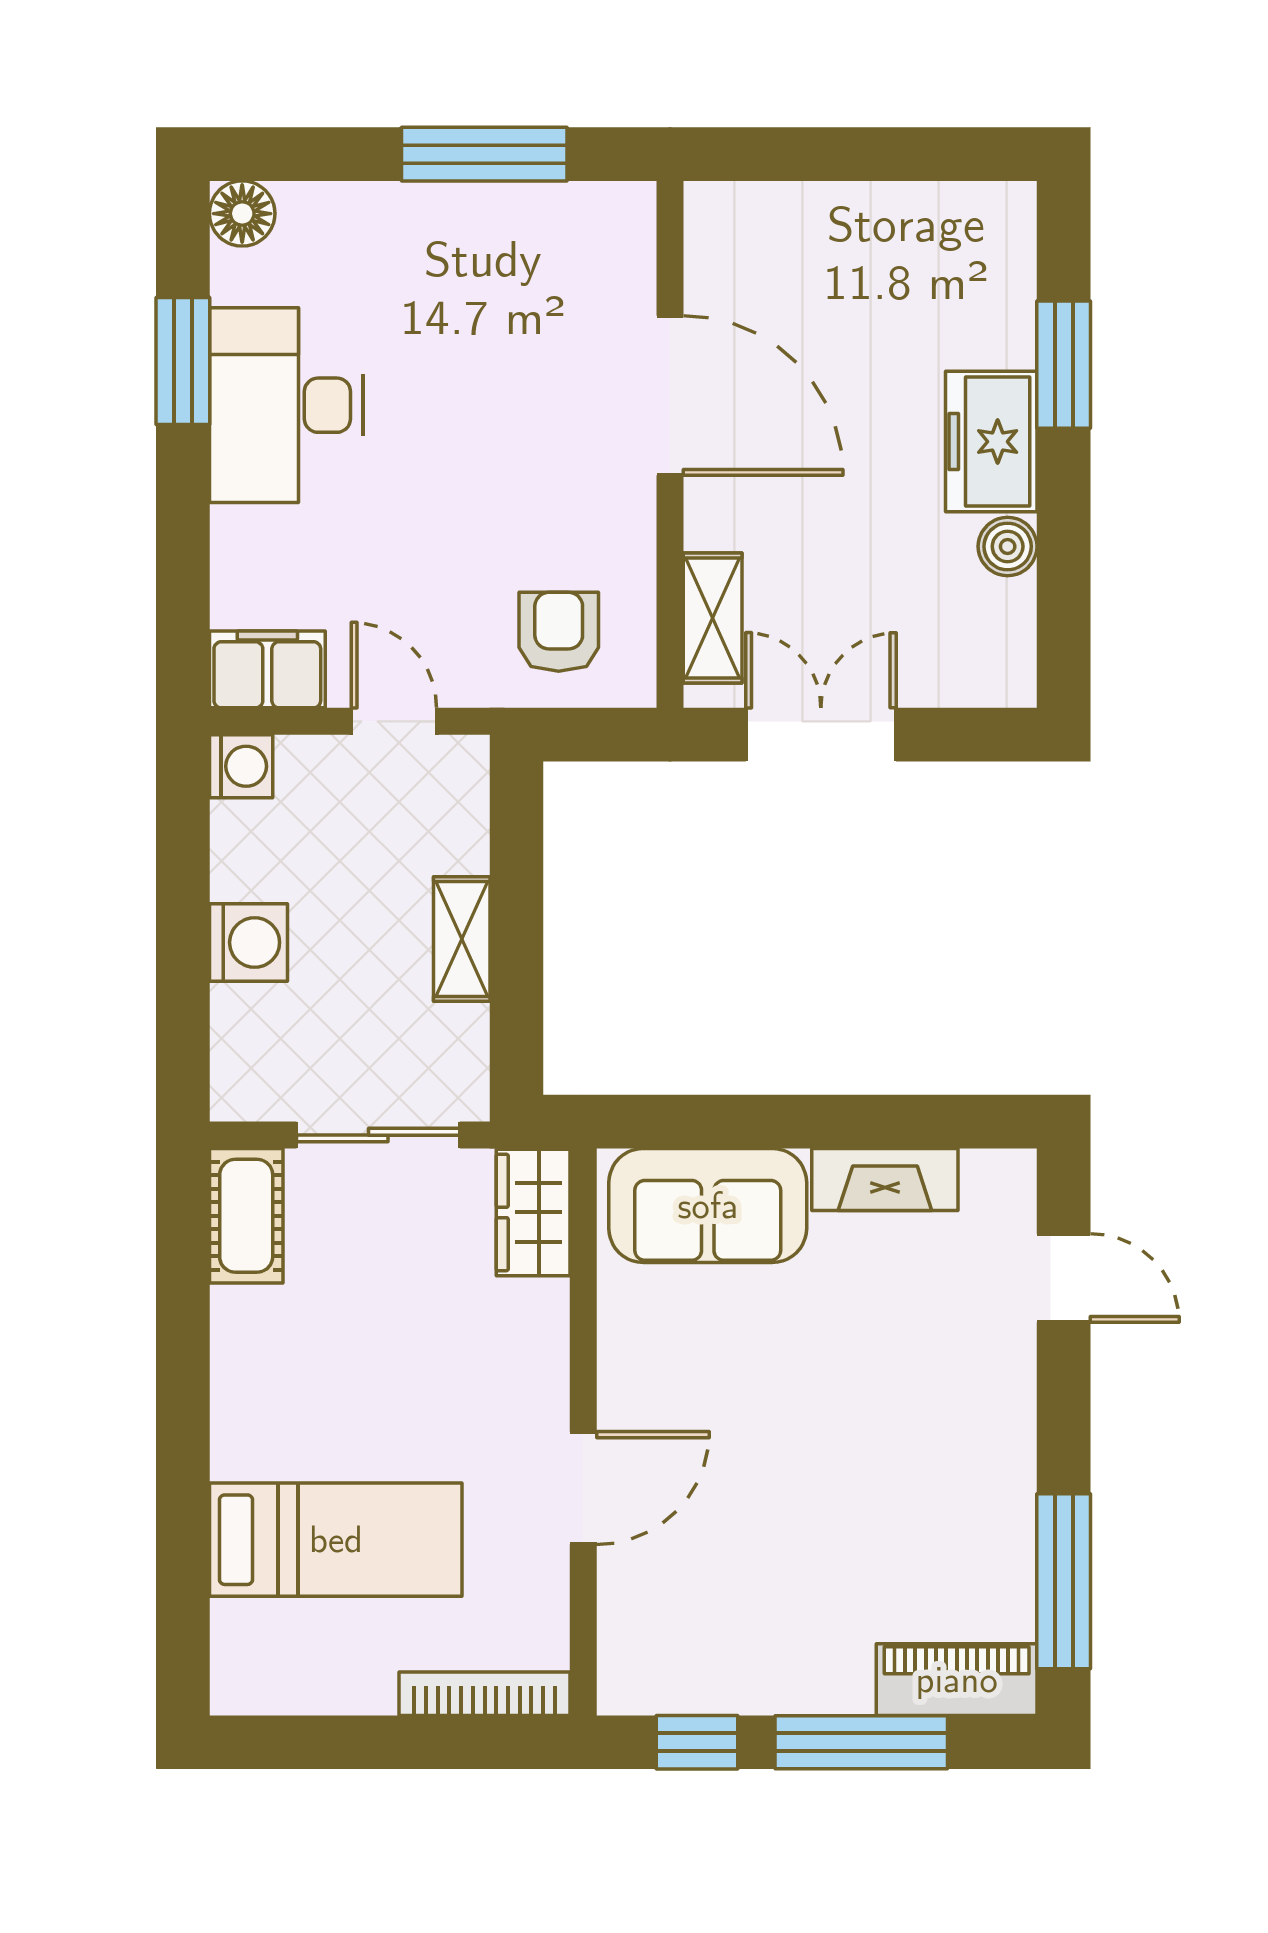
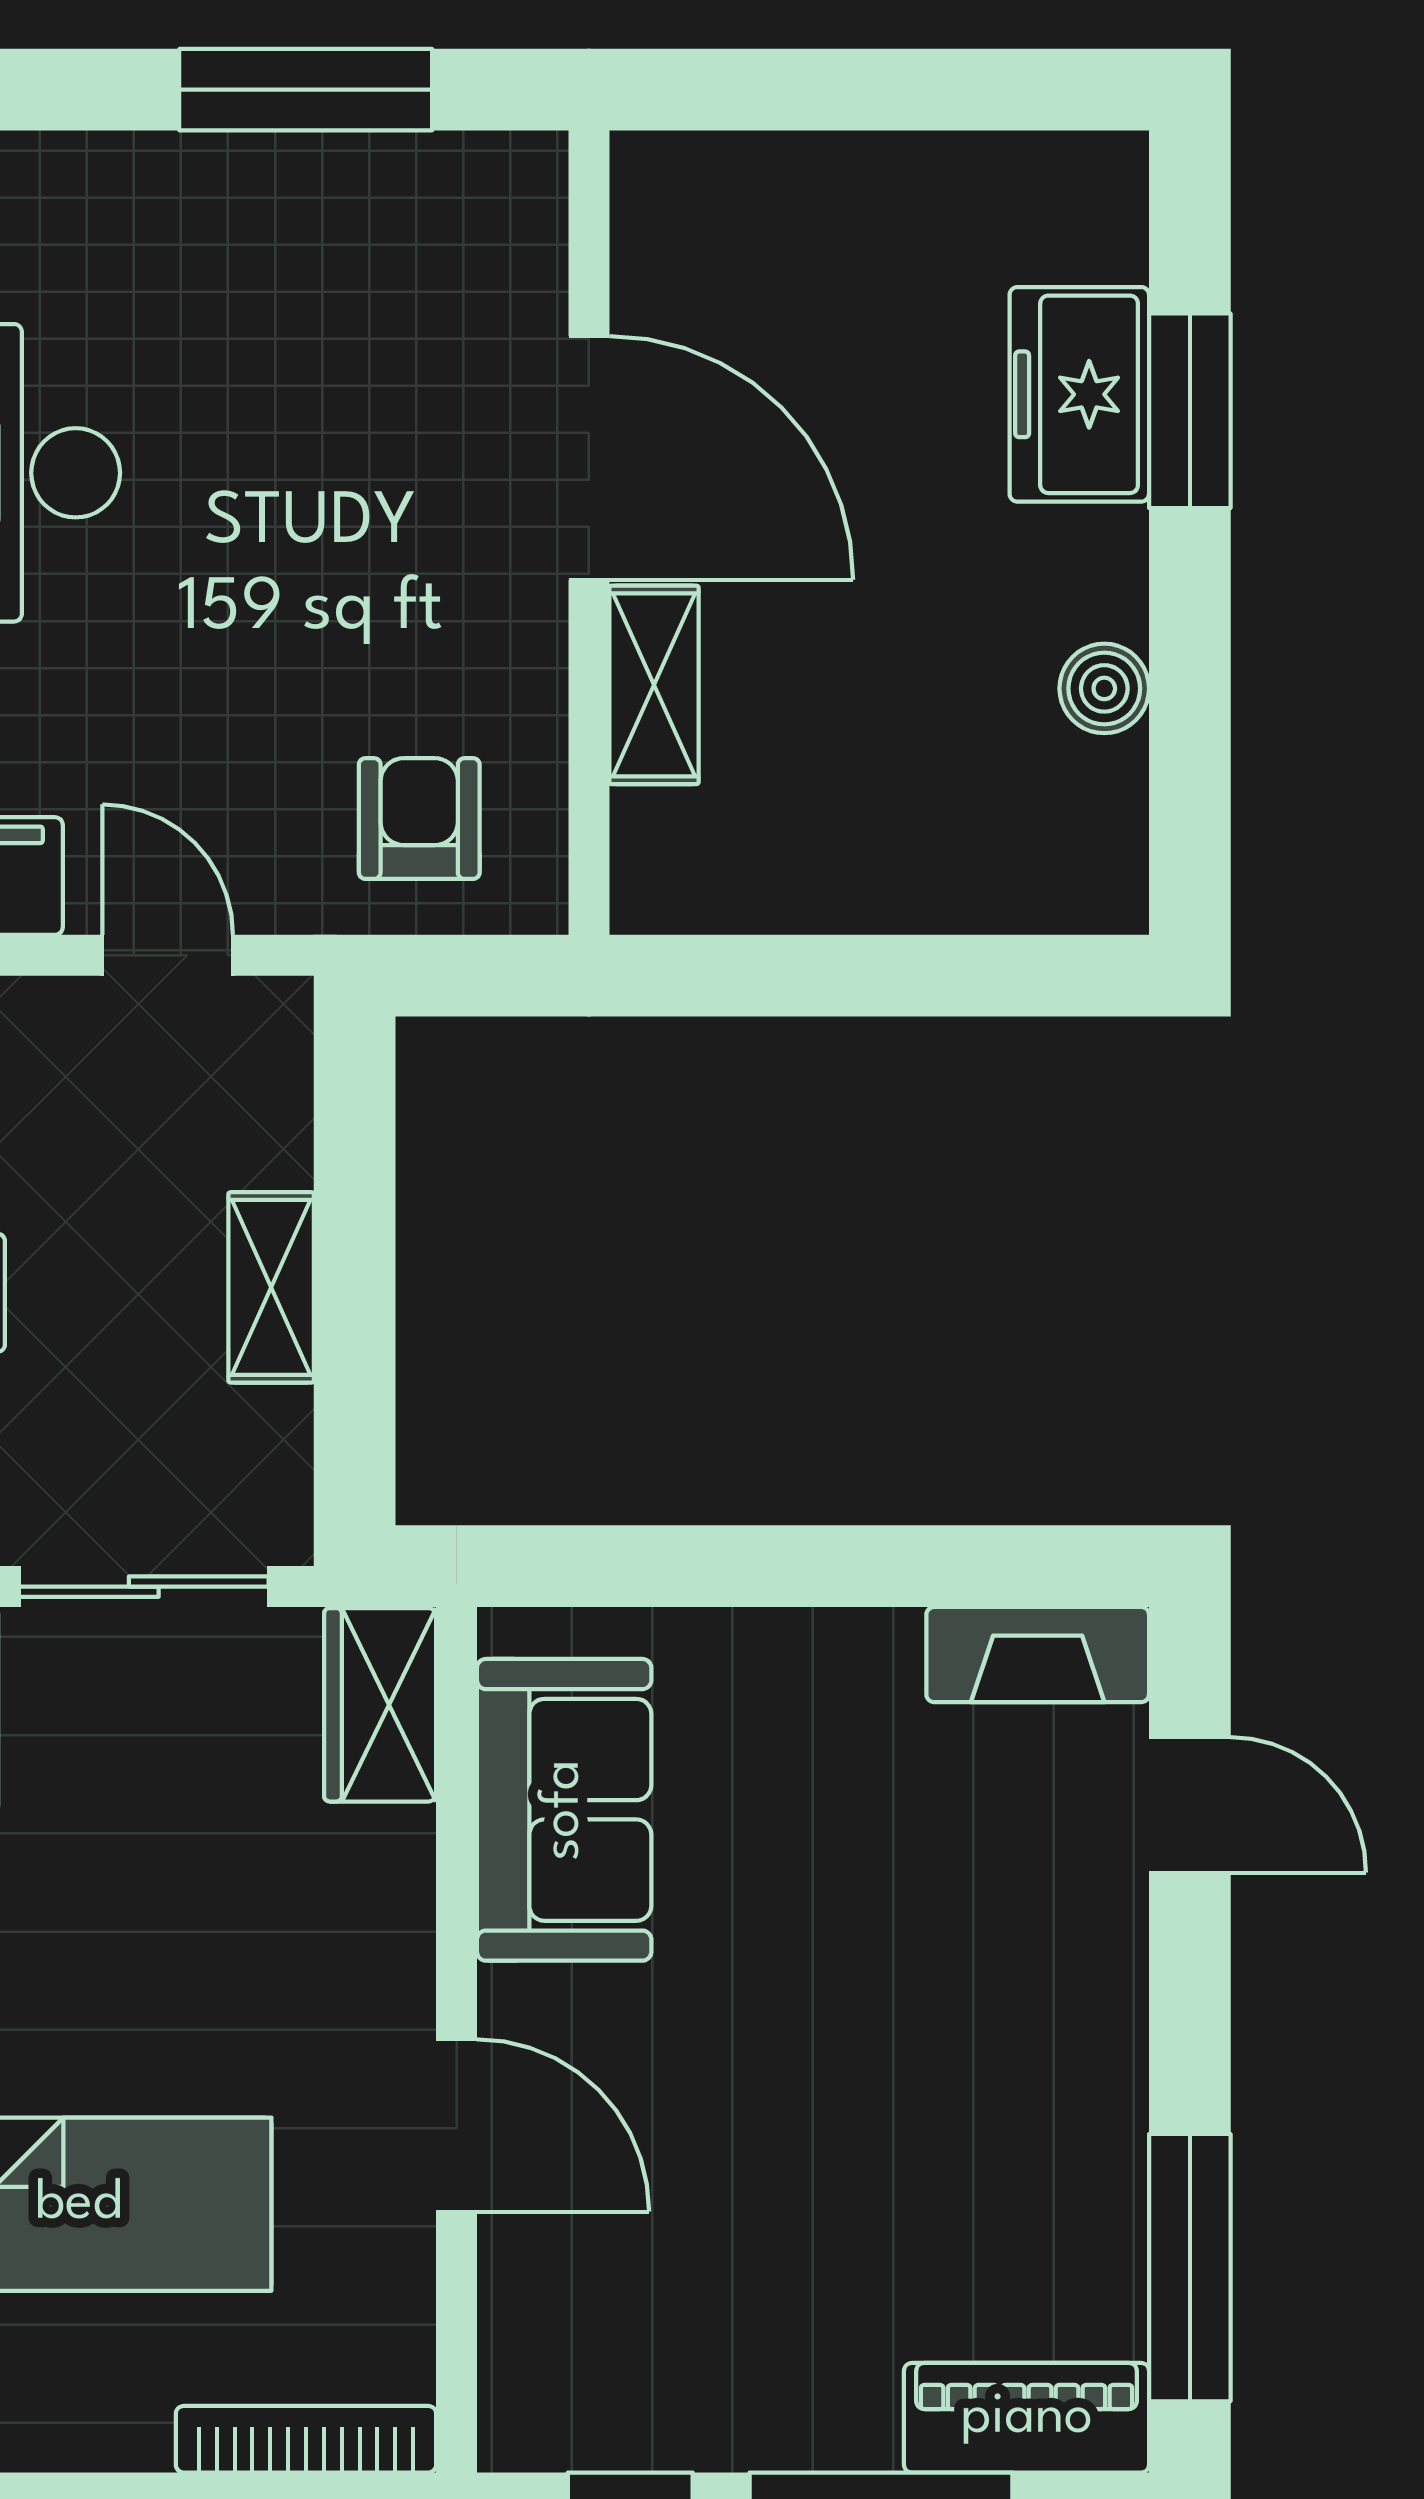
freezer: (991, 442) -> (1079, 394), moved
shelving: (713, 618) -> (654, 685), moved
double door: (821, 735) -> (819, 976), removed
fireplace: (885, 1180) -> (1038, 1655), moved
sofa: (708, 1206) -> (564, 1810), moved, turned -90
door: (583, 1488) -> (457, 2125), hinge flipped

